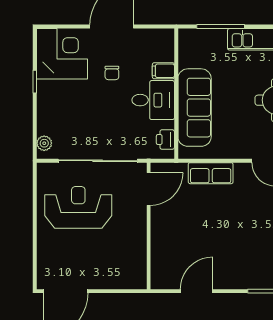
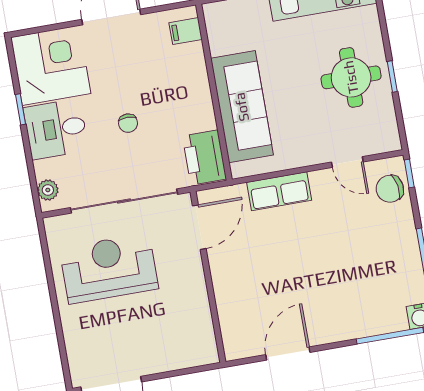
filing cabinet: (163, 71) -> (186, 31), moved
chair: (112, 73) -> (128, 123), moved
desk: (153, 100) -> (56, 129), moved, turned 180
printer: (165, 140) -> (204, 158), width x1.87, depth x1.48

